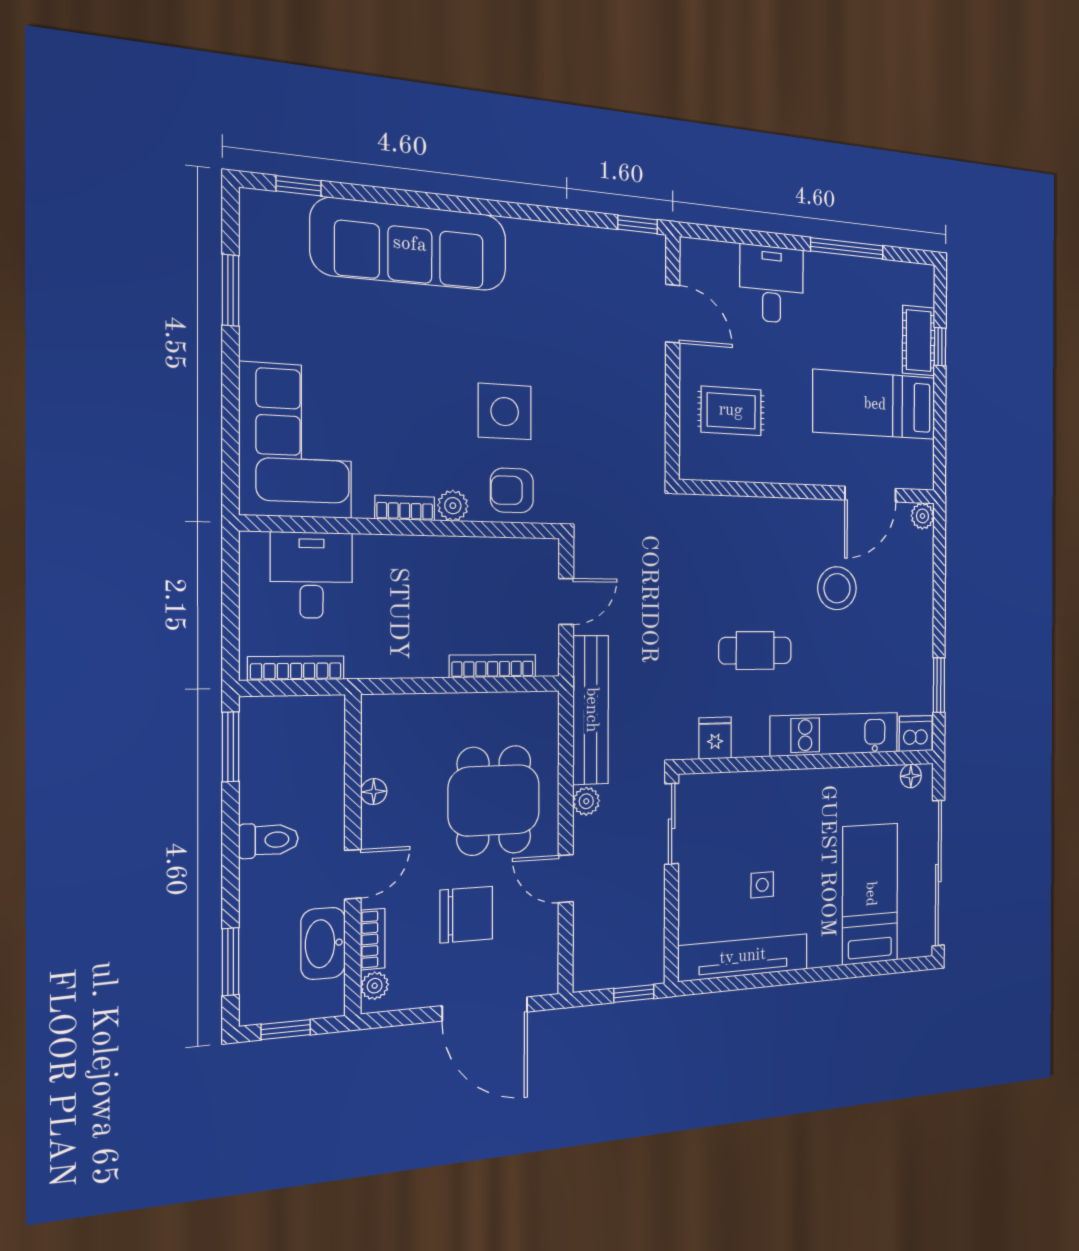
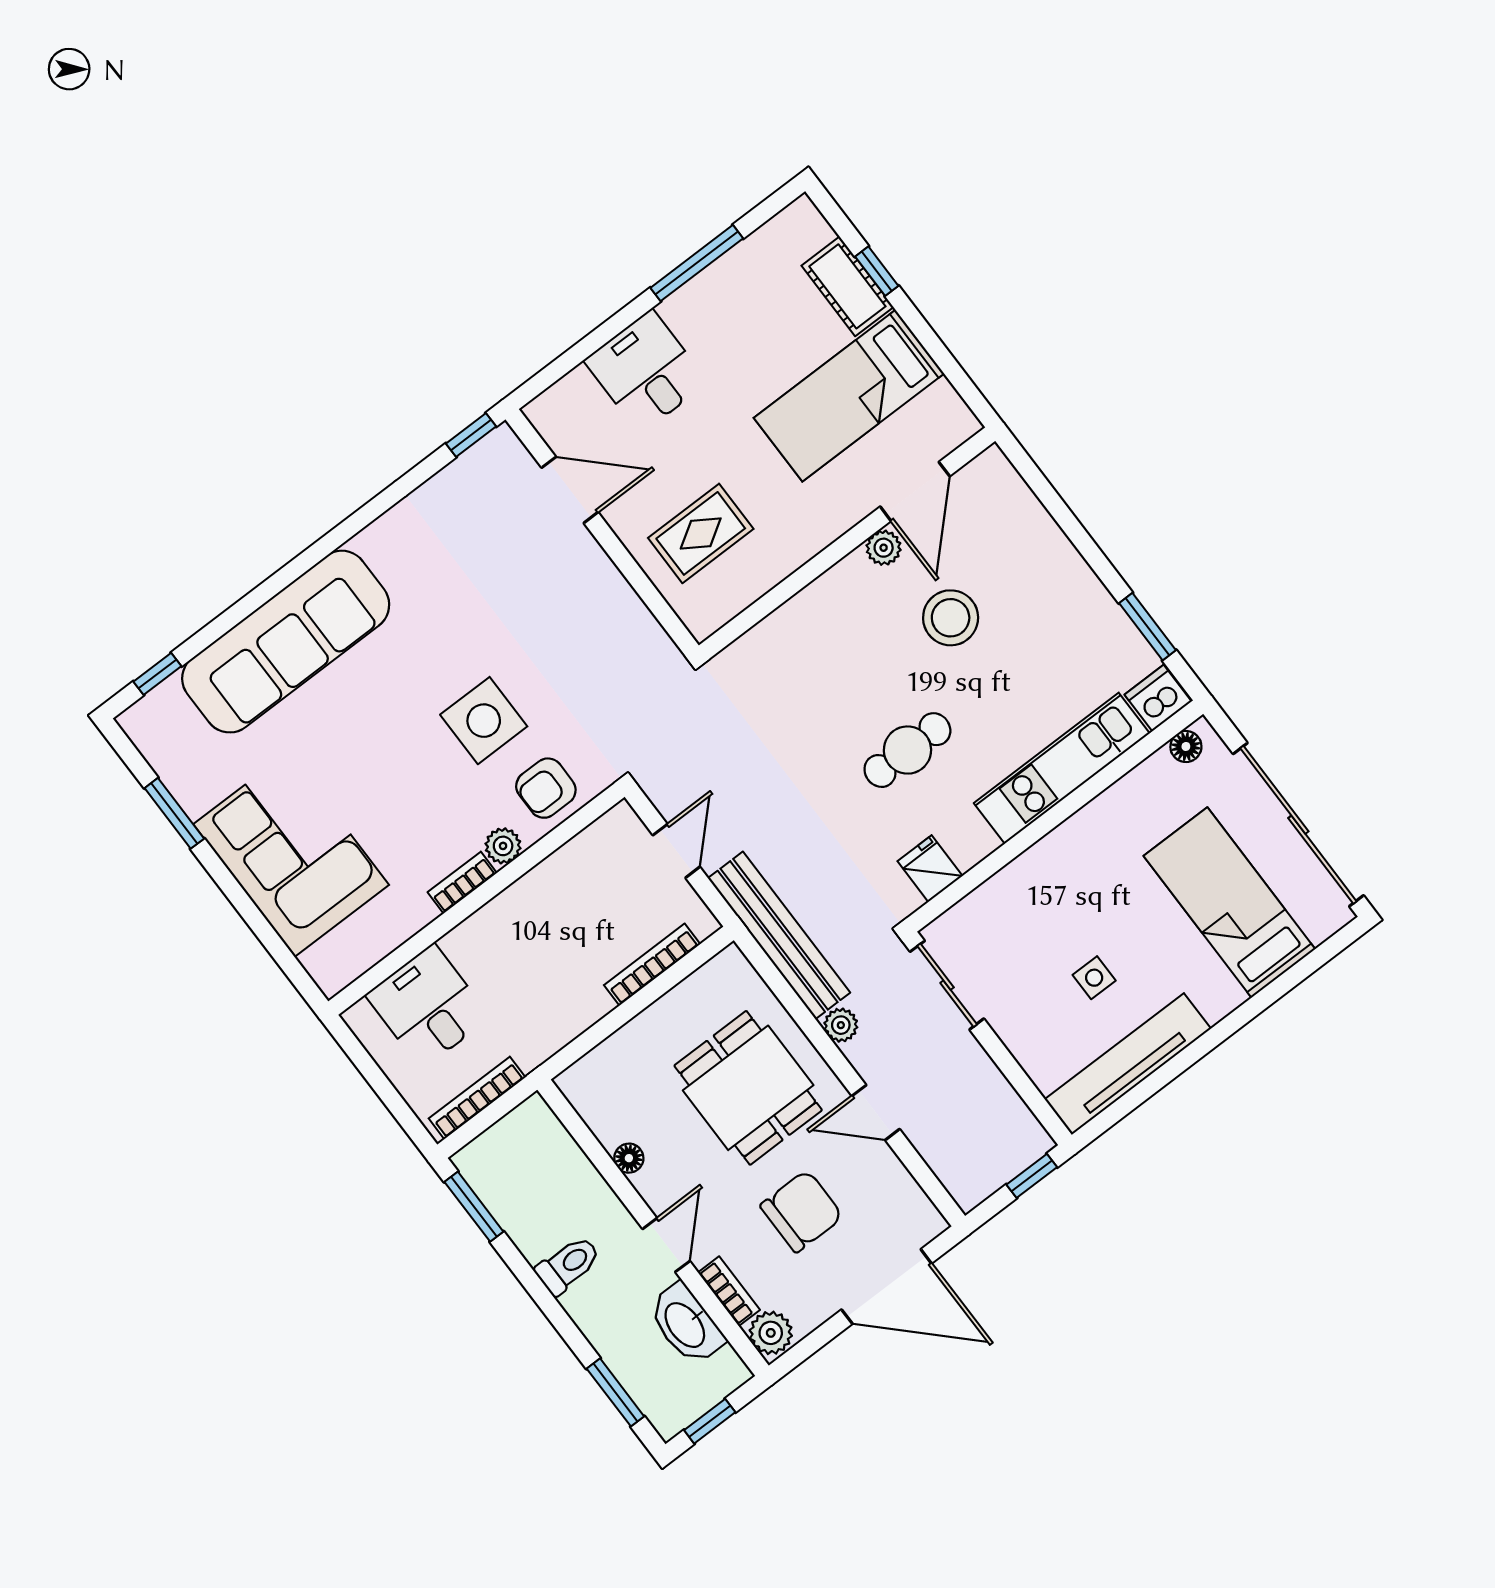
corner sofa: (296, 441) -> (291, 855), moved
plant: (922, 516) -> (884, 548), moved
plant: (375, 986) -> (771, 1333), width x1.38, depth x1.38

